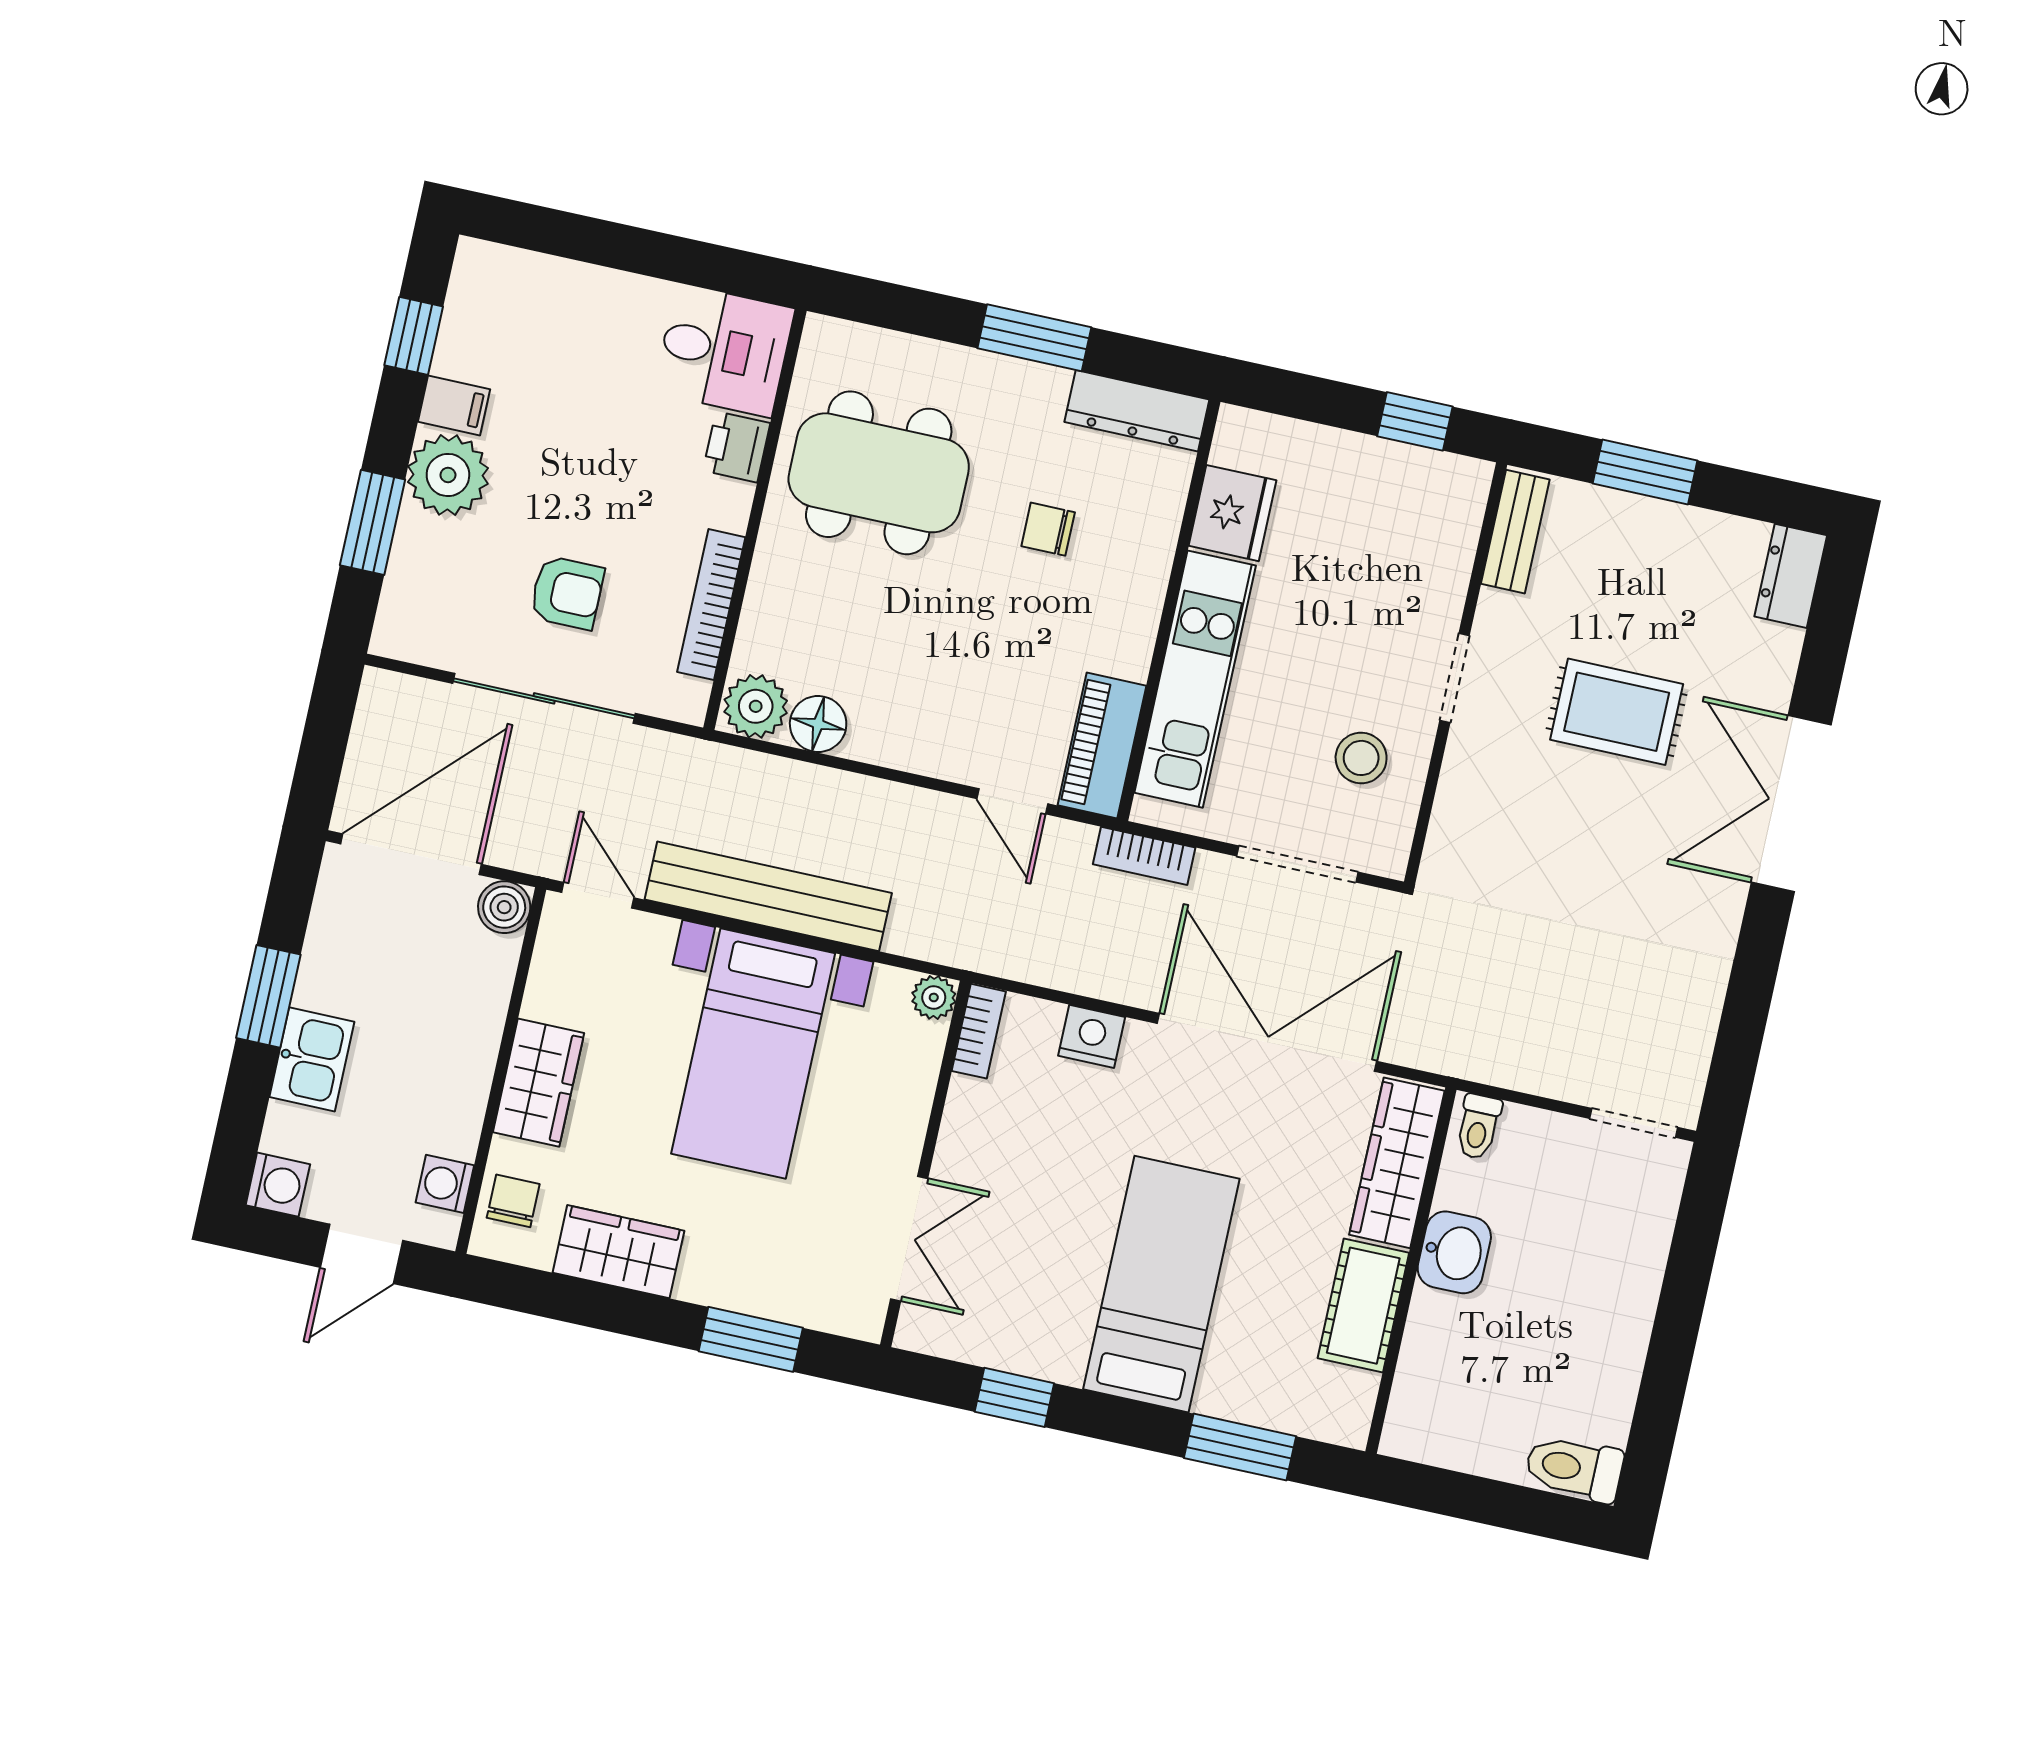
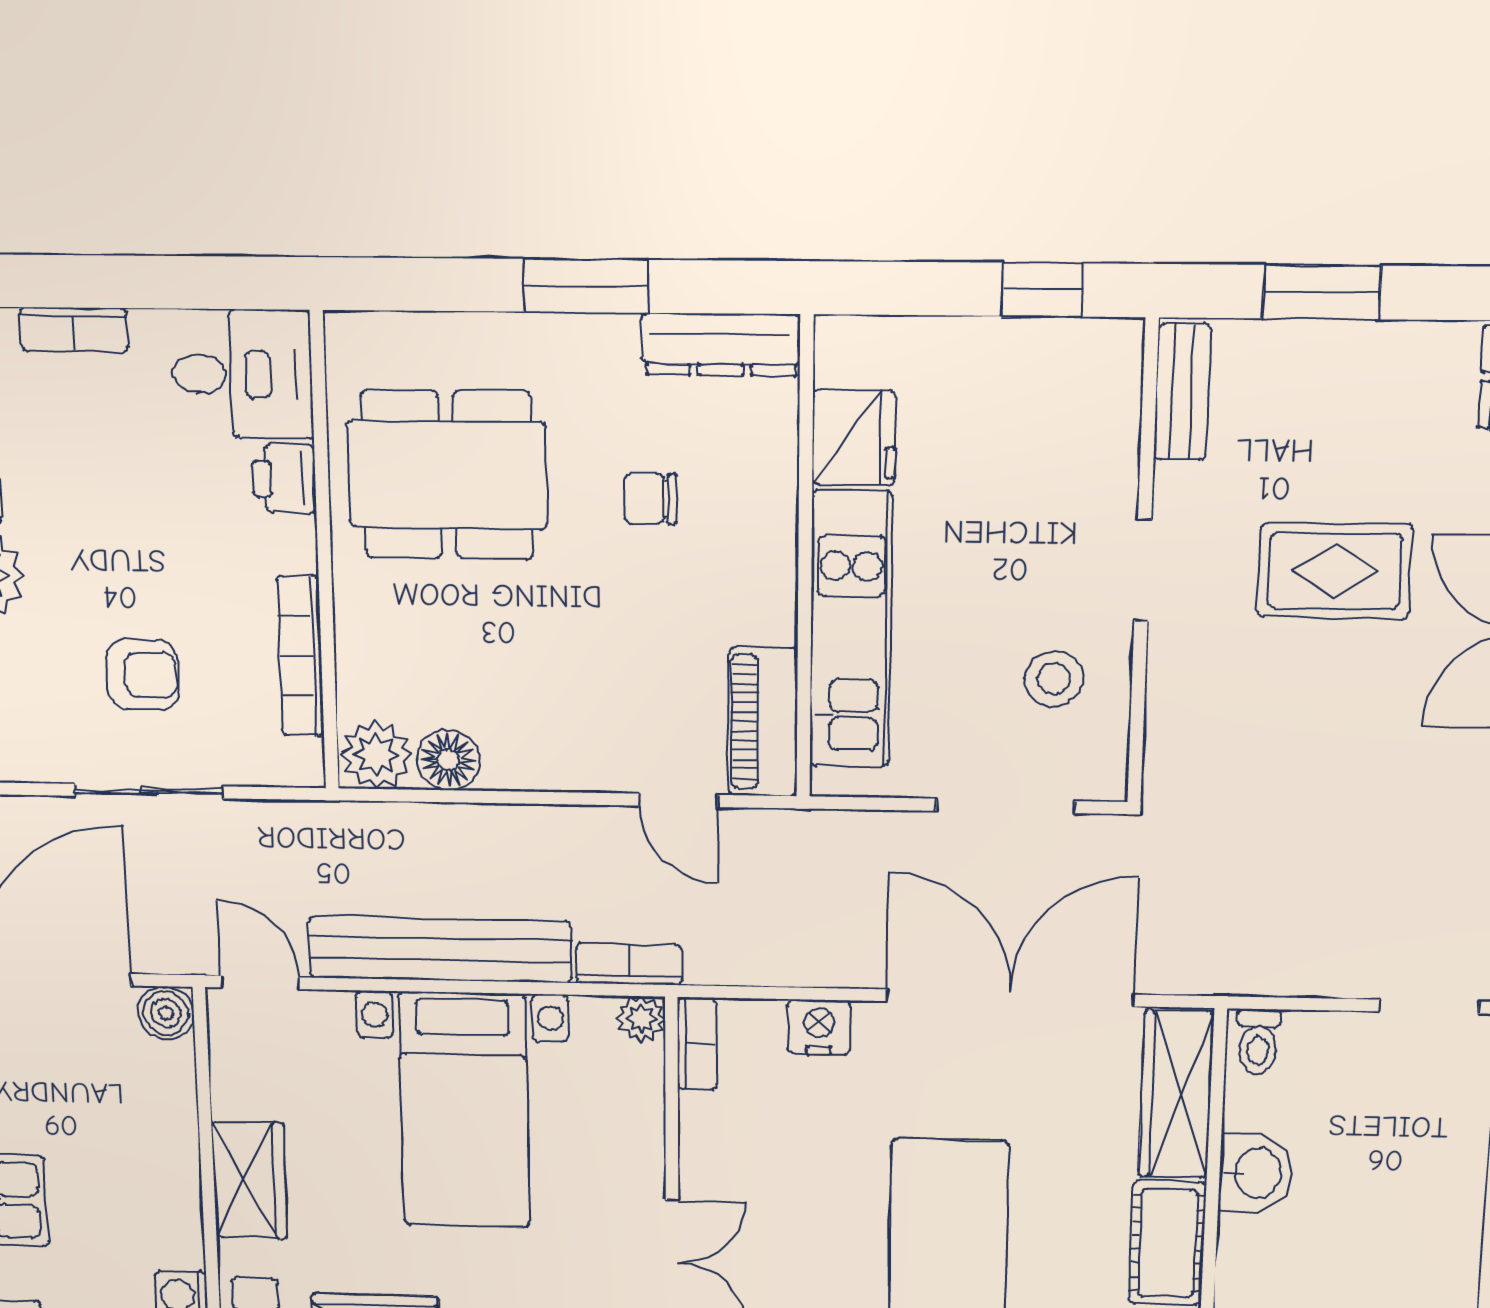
bookcase: (589, 282) -> (74, 330), added
sliding door: (544, 698) -> (149, 791), width x0.73
bookcase: (1144, 856) -> (629, 964), moved, turned 180

